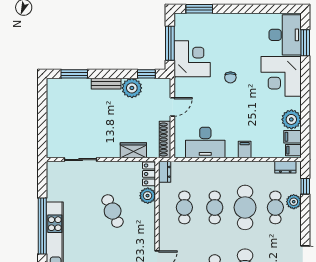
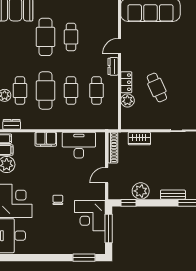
bench: (106, 84) -> (173, 195), moved
filing cabinet: (245, 150) -> (46, 139), width x2.00
dresser: (165, 172) -> (113, 66), moved
locker: (149, 174) -> (126, 82), moved

